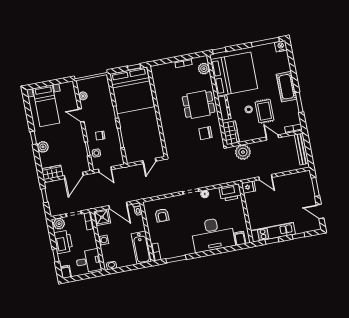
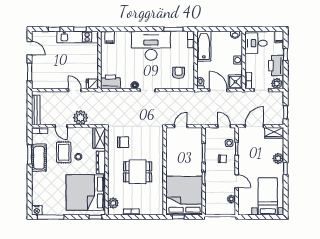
cot: (286, 87) -> (39, 158), moved
dining table: (199, 105) -> (138, 172), moved
plant: (243, 152) -> (81, 118), moved
desk: (213, 234) -> (151, 46), moved

